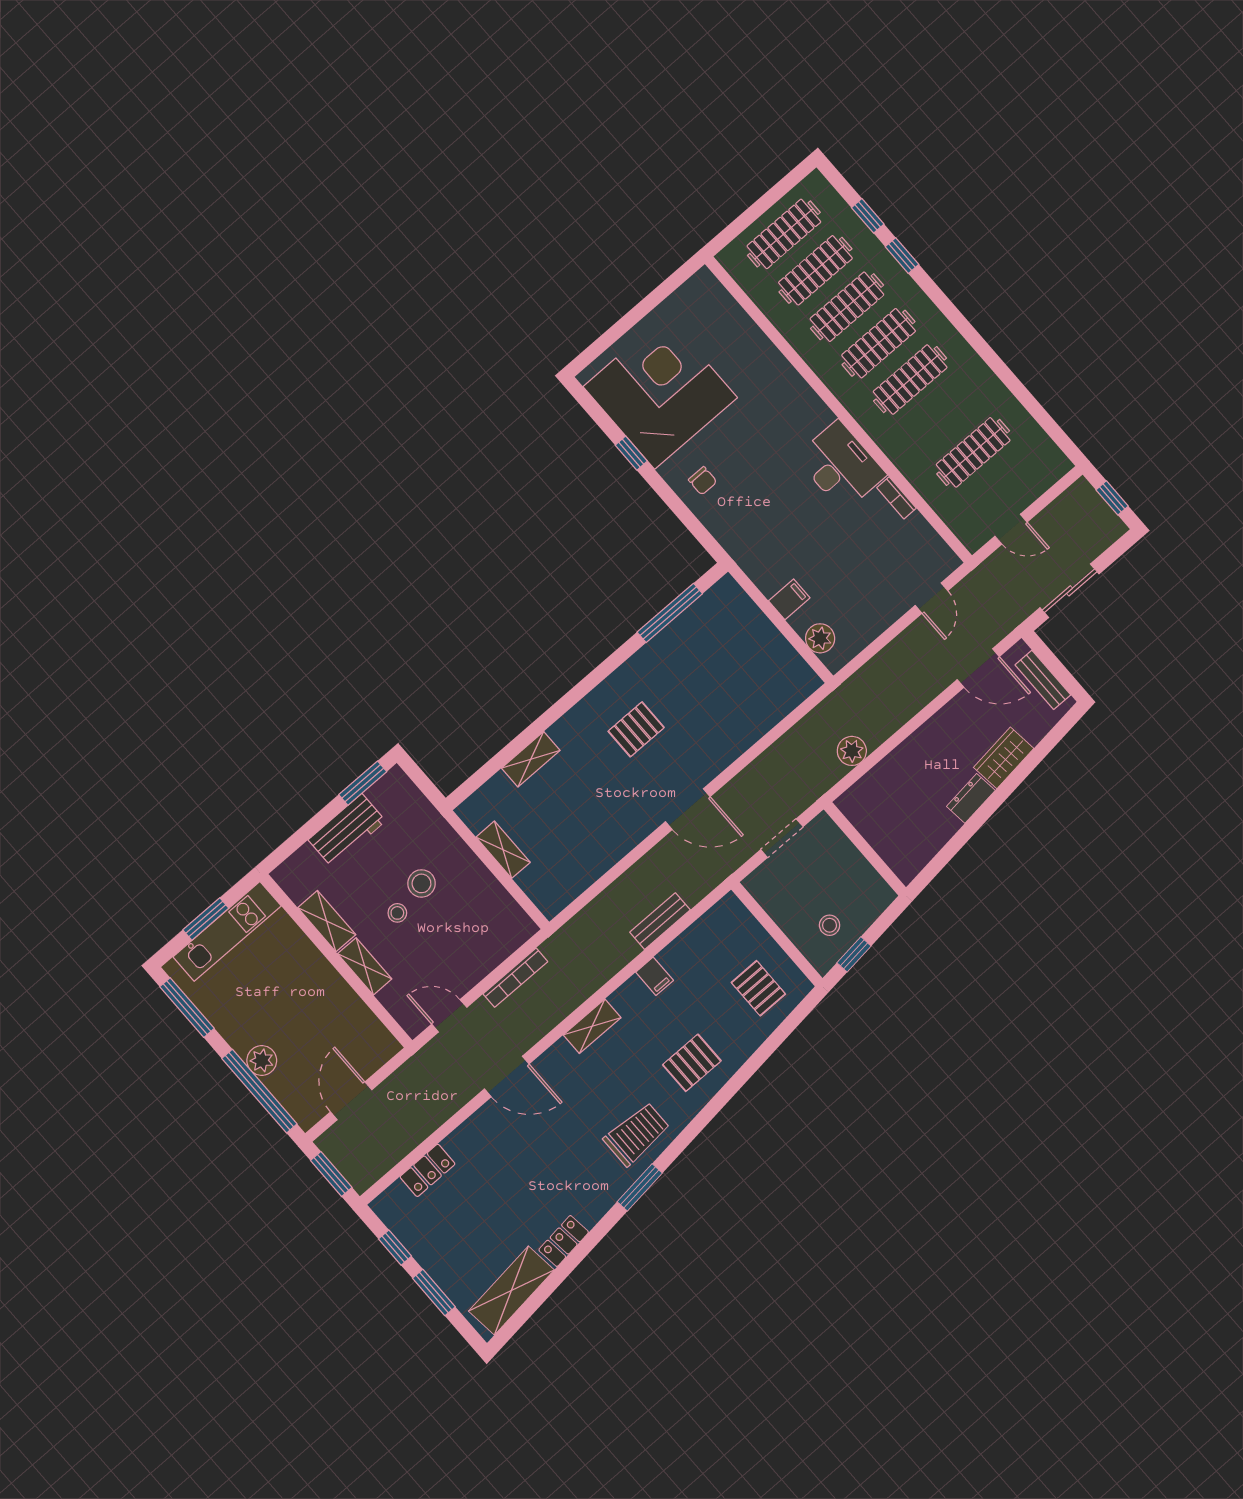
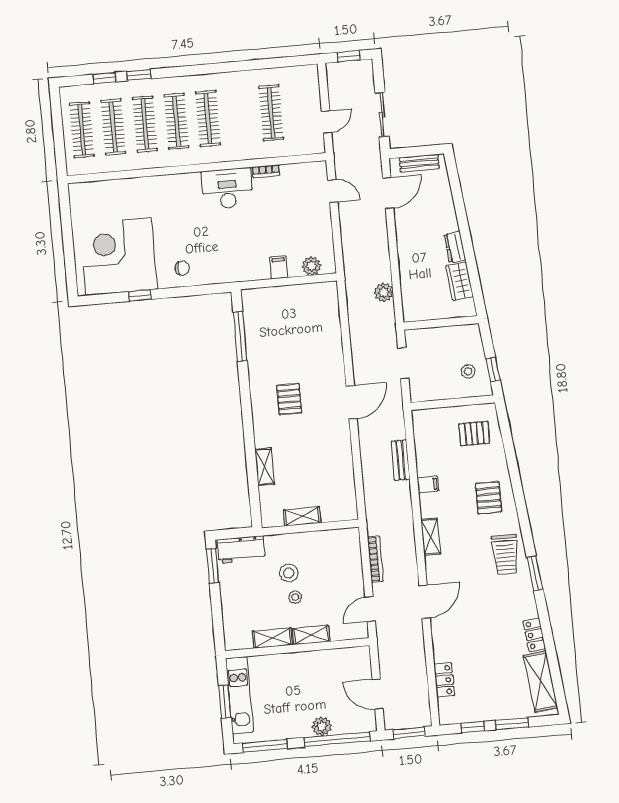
wardrobe: (1004, 758) -> (460, 281), moved
workbench: (347, 830) -> (241, 550), moved, turned 90
trolley: (637, 1134) -> (505, 555), turned 180

